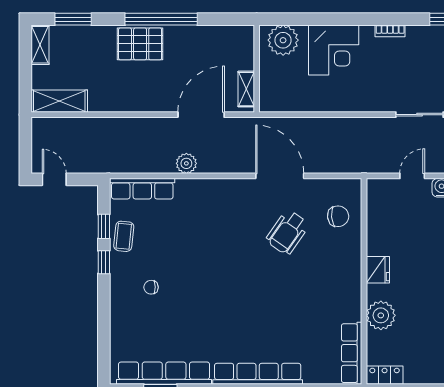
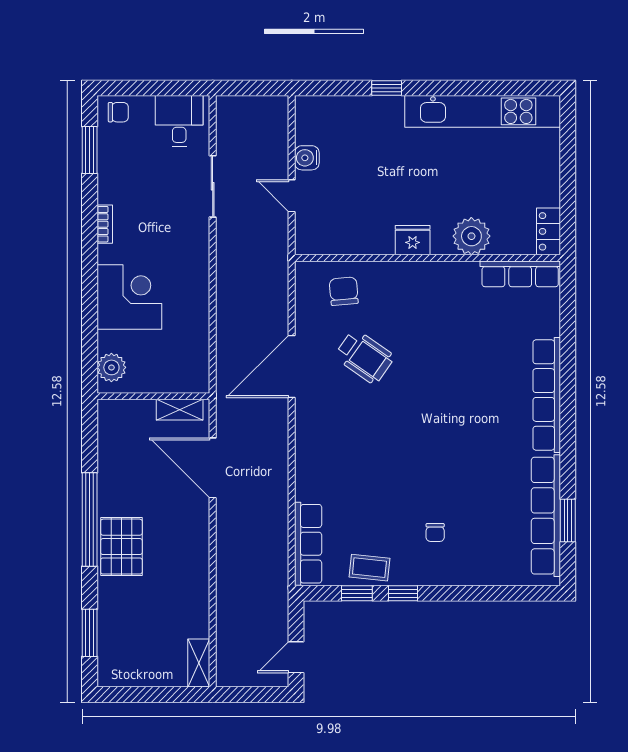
plant: (283, 40) -> (111, 367), width x0.73, depth x0.73
shelving: (40, 45) -> (123, 676), removed
shelving: (59, 101) -> (199, 663), width x0.67, depth x0.75
plant: (186, 163) -> (276, 487), removed

